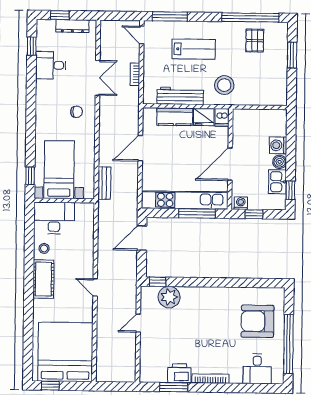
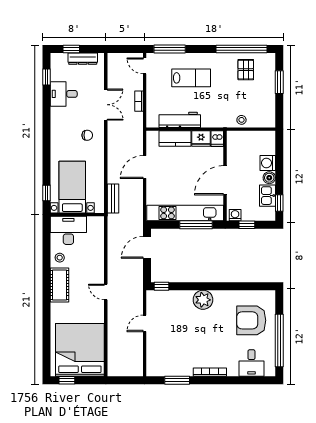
stool: (224, 85) -> (241, 120), moved, width x0.53, depth x0.53
plant: (169, 297) -> (203, 300), moved
printer: (179, 373) -> (182, 368), removed

